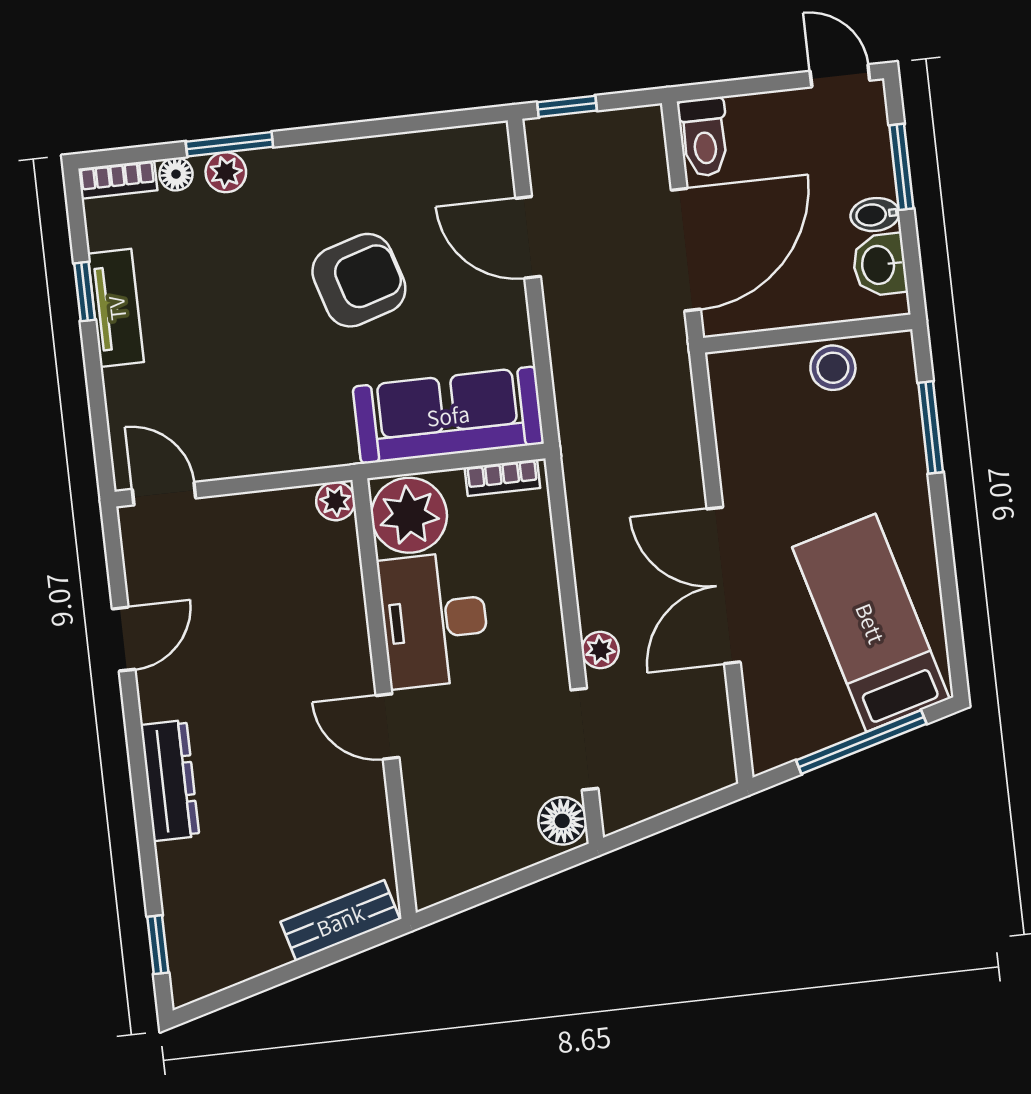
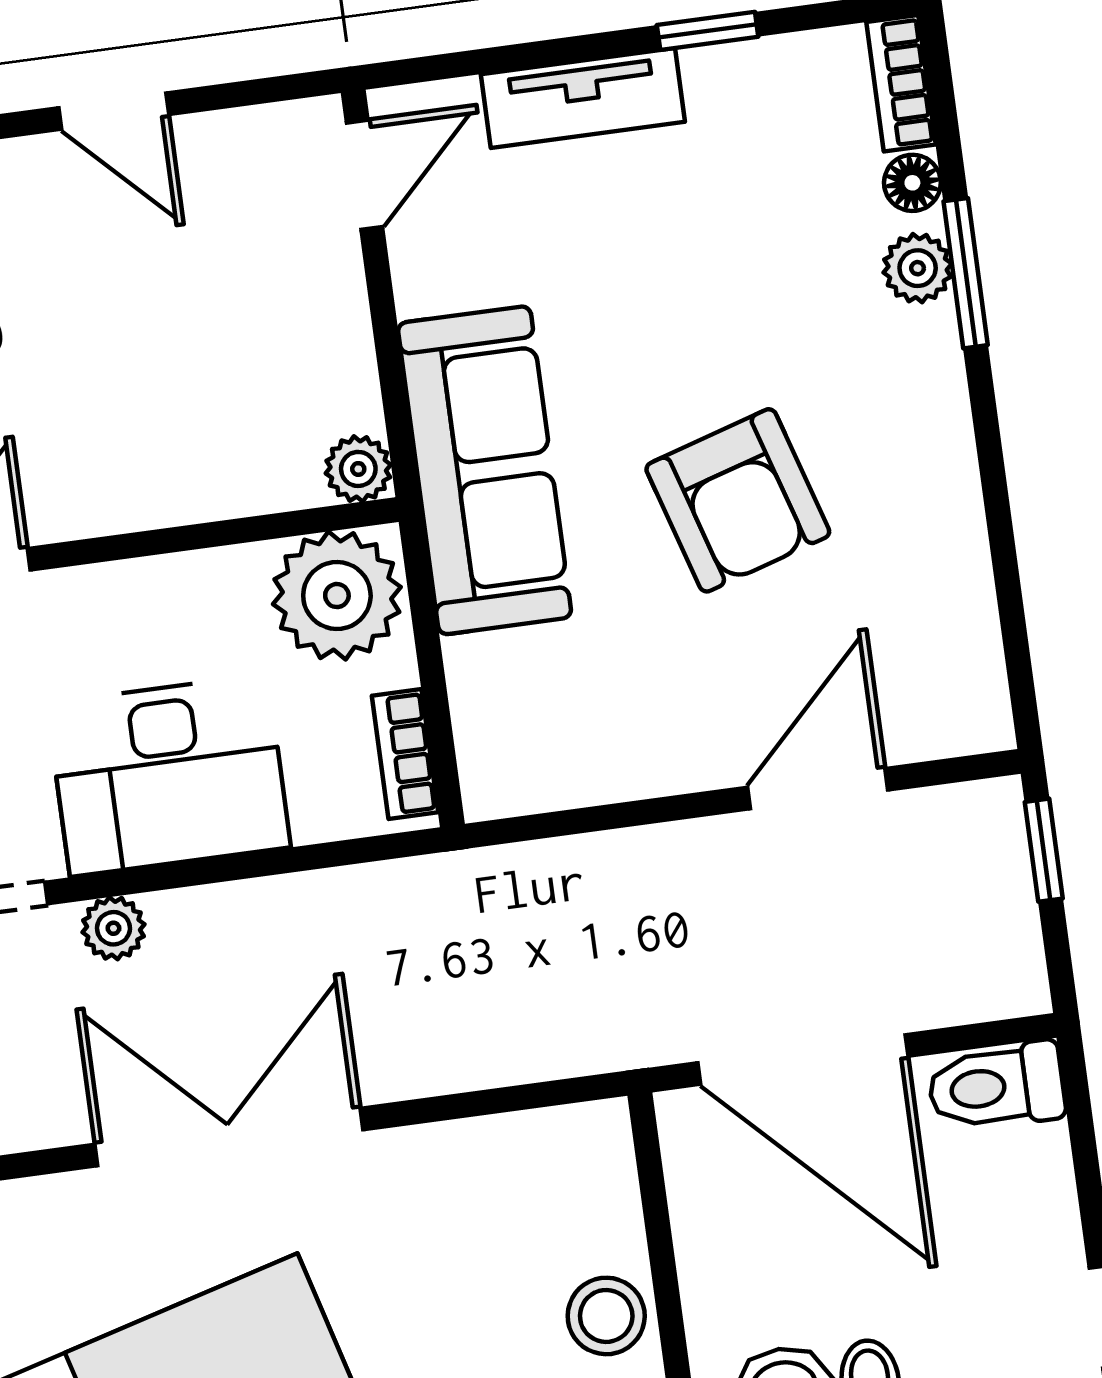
tv unit: (116, 308) -> (583, 98), moved
sofa: (448, 415) -> (485, 470), moved
desk: (434, 620) -> (169, 775), moved, turned 180

